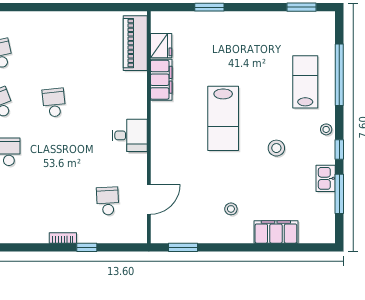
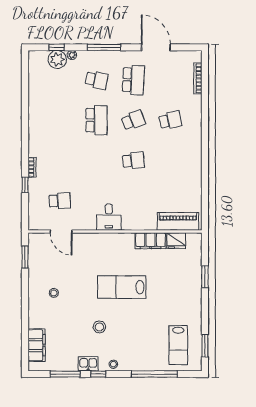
lab bench: (305, 82) -> (178, 345), moved, turned 90
kitchen sink: (326, 178) -> (88, 364), moved
filing cabinet: (276, 232) -> (37, 345), moved

